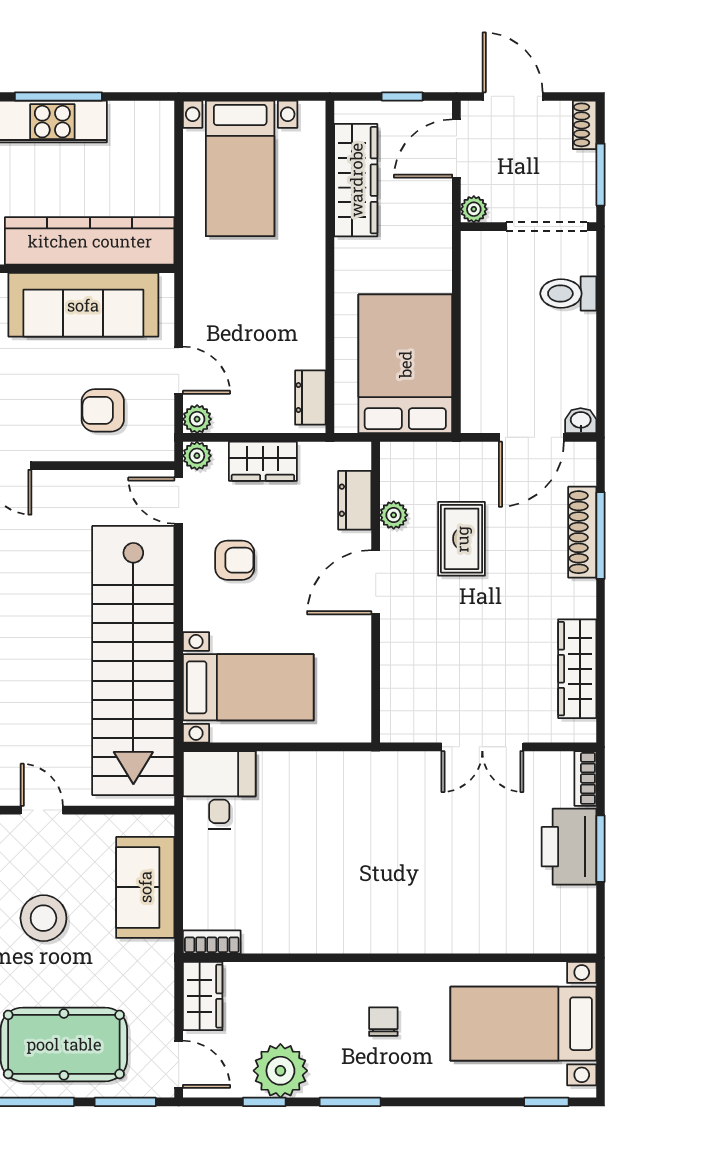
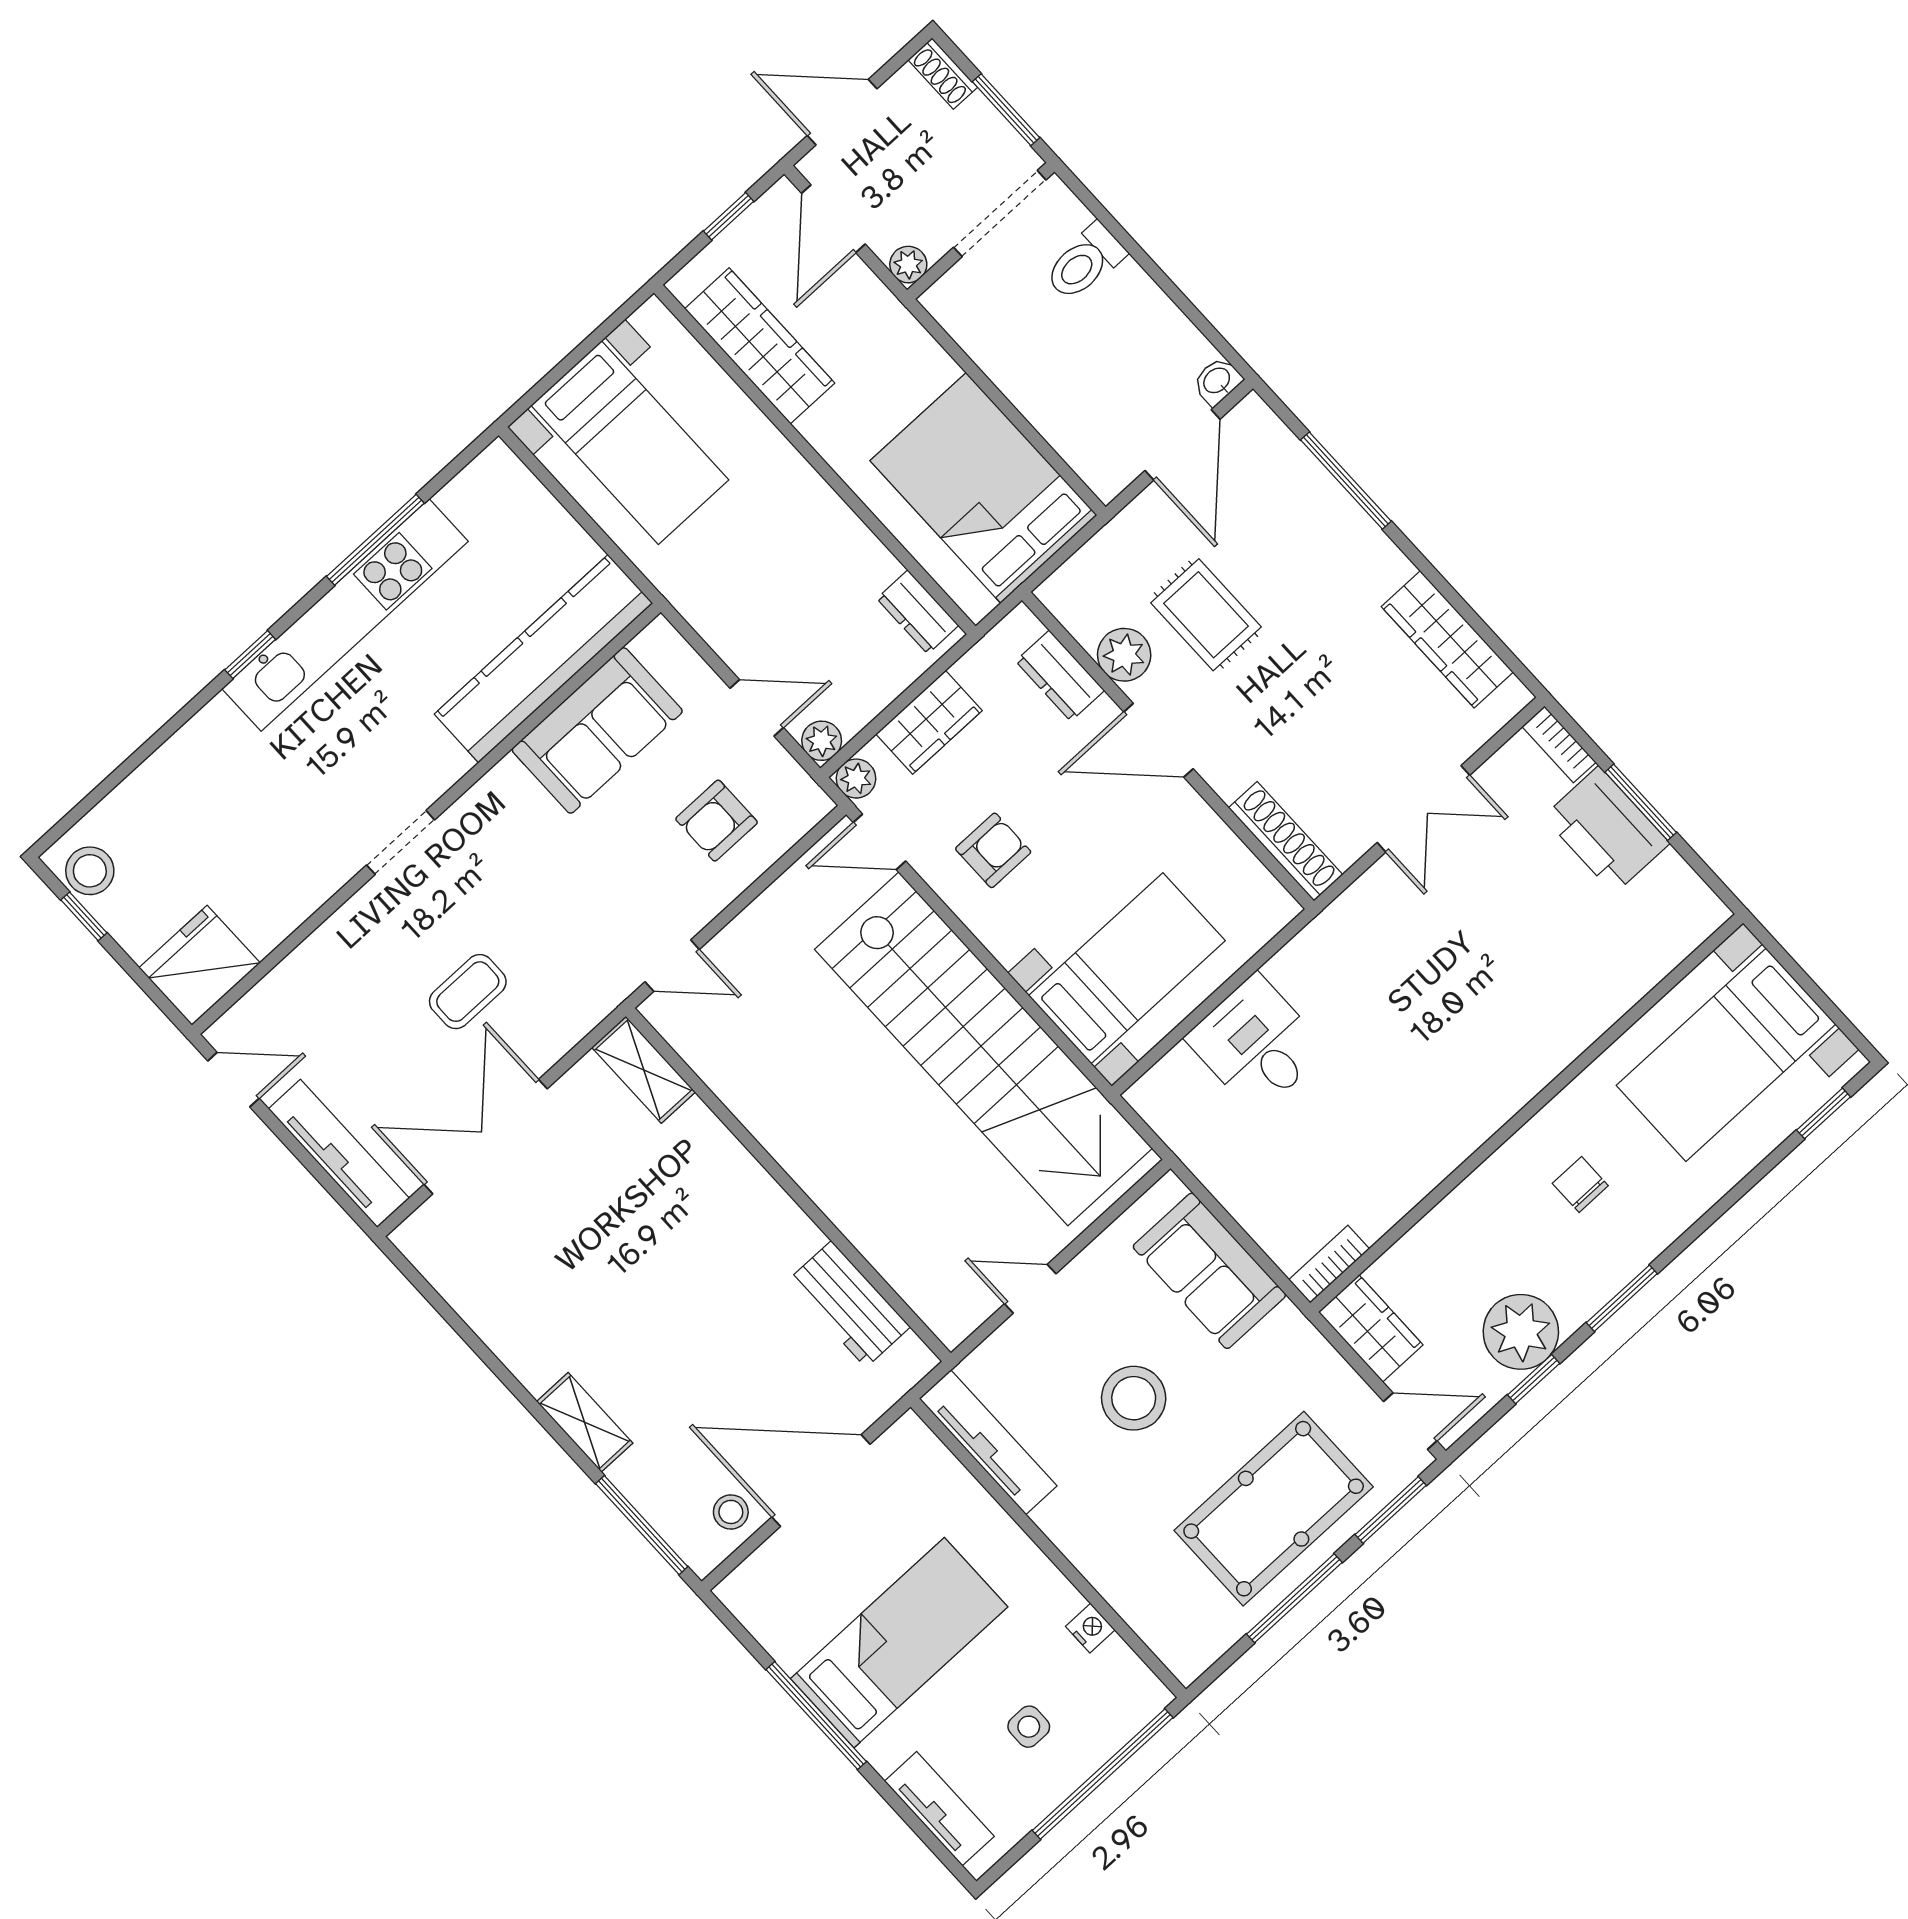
sofa: (83, 305) -> (597, 730), width x0.73
plant: (394, 515) -> (1124, 655), width x1.38, depth x1.38
shoe rack: (582, 532) -> (1286, 841), moved, turned 180
door: (376, 582) -> (1159, 740), hinge flipped
desk: (219, 790) -> (1256, 1044), moved

